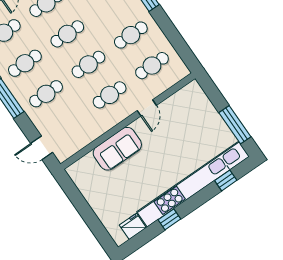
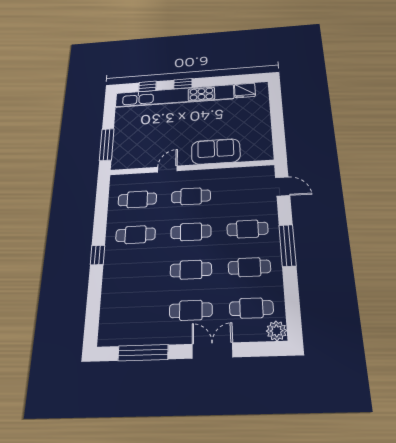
window: (235, 125) -> (107, 145), moved
window: (169, 219) -> (183, 84), moved

